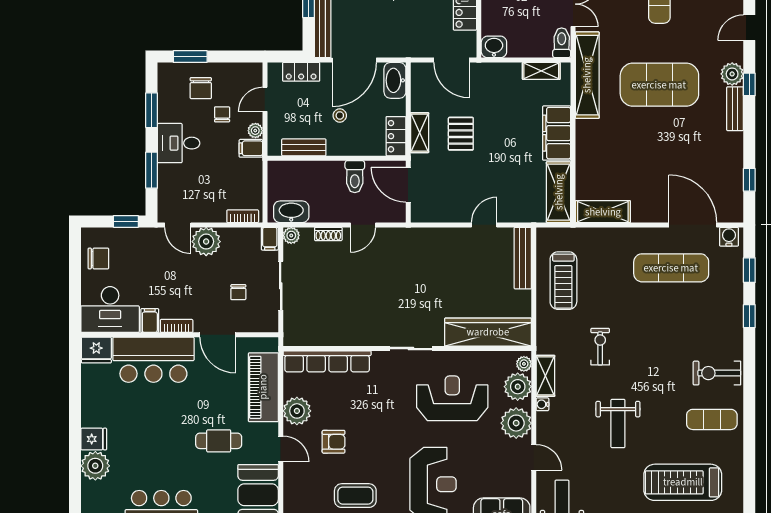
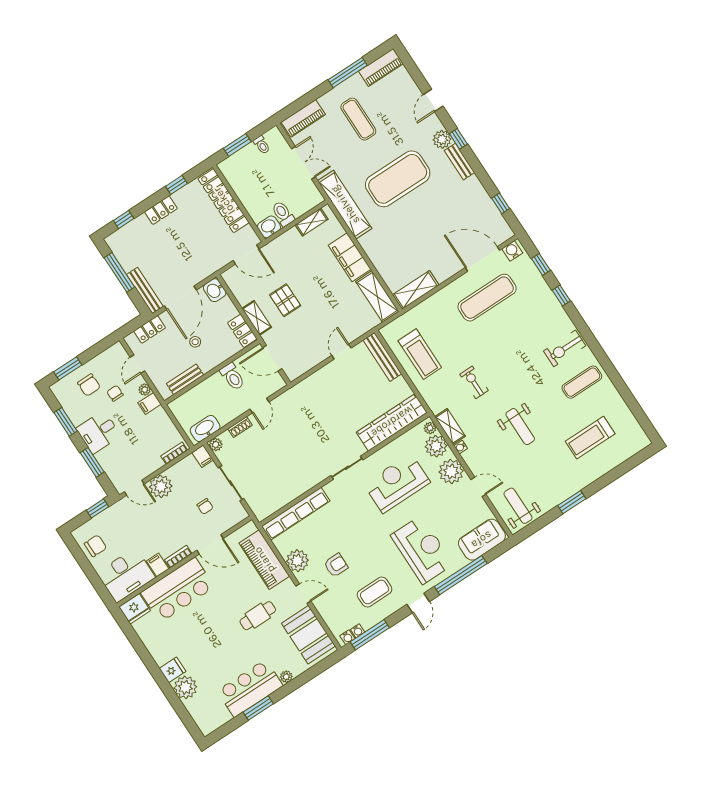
toilet: (562, 43) -> (283, 214), moved
washbasin: (395, 80) -> (215, 290), width x0.72
treadmill: (683, 482) -> (590, 438), width x0.73, depth x0.73

